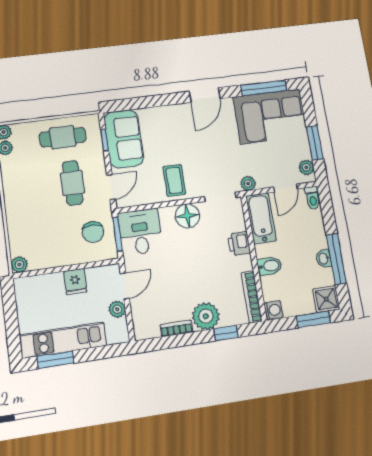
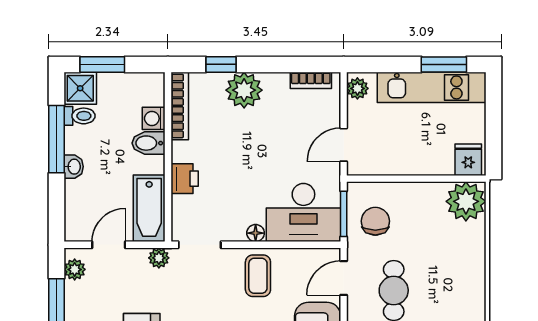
toilet: (313, 198) -> (80, 116), moved, turned 90
floor lamp: (187, 216) -> (256, 233), width x0.53, depth x0.53
desk: (140, 232) -> (303, 213), width x1.37
washbasin: (324, 258) -> (74, 167), moved
plant: (19, 264) -> (466, 201), width x1.87, depth x1.87
fridge: (75, 282) -> (468, 160), moved
plant: (117, 309) -> (357, 88), moved
washing machine: (273, 310) -> (154, 118), moved
bookcase: (176, 328) -> (311, 80), moved

